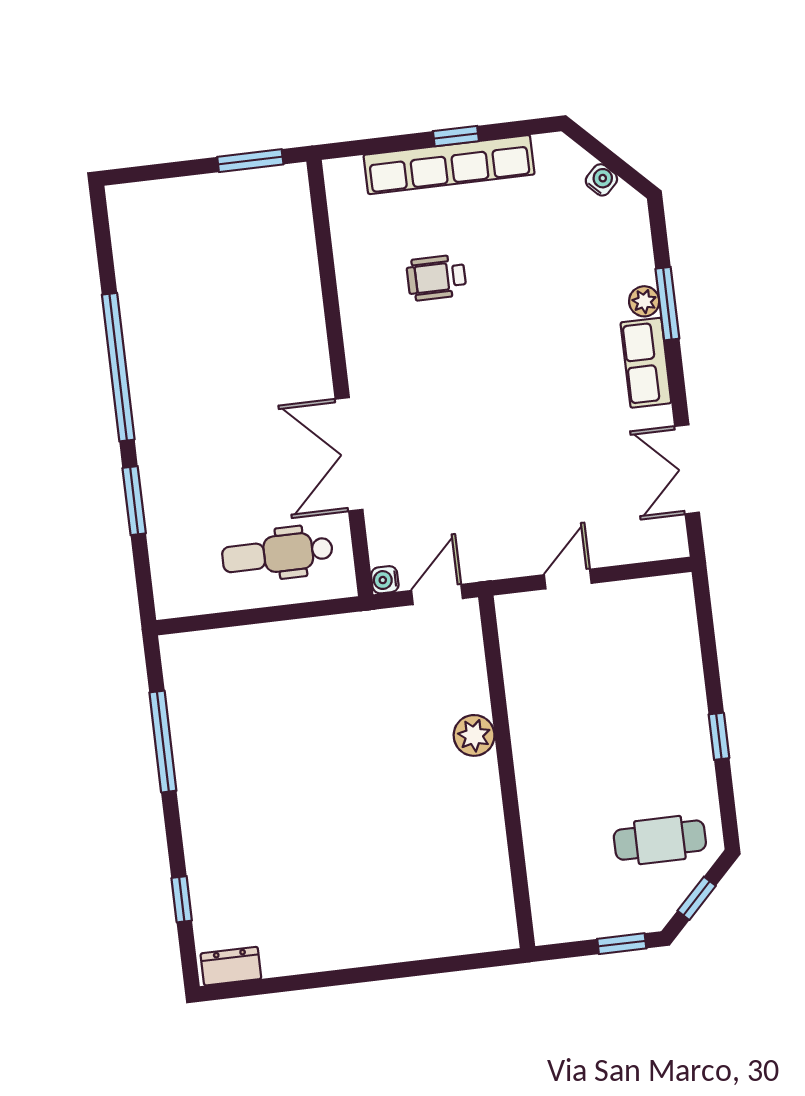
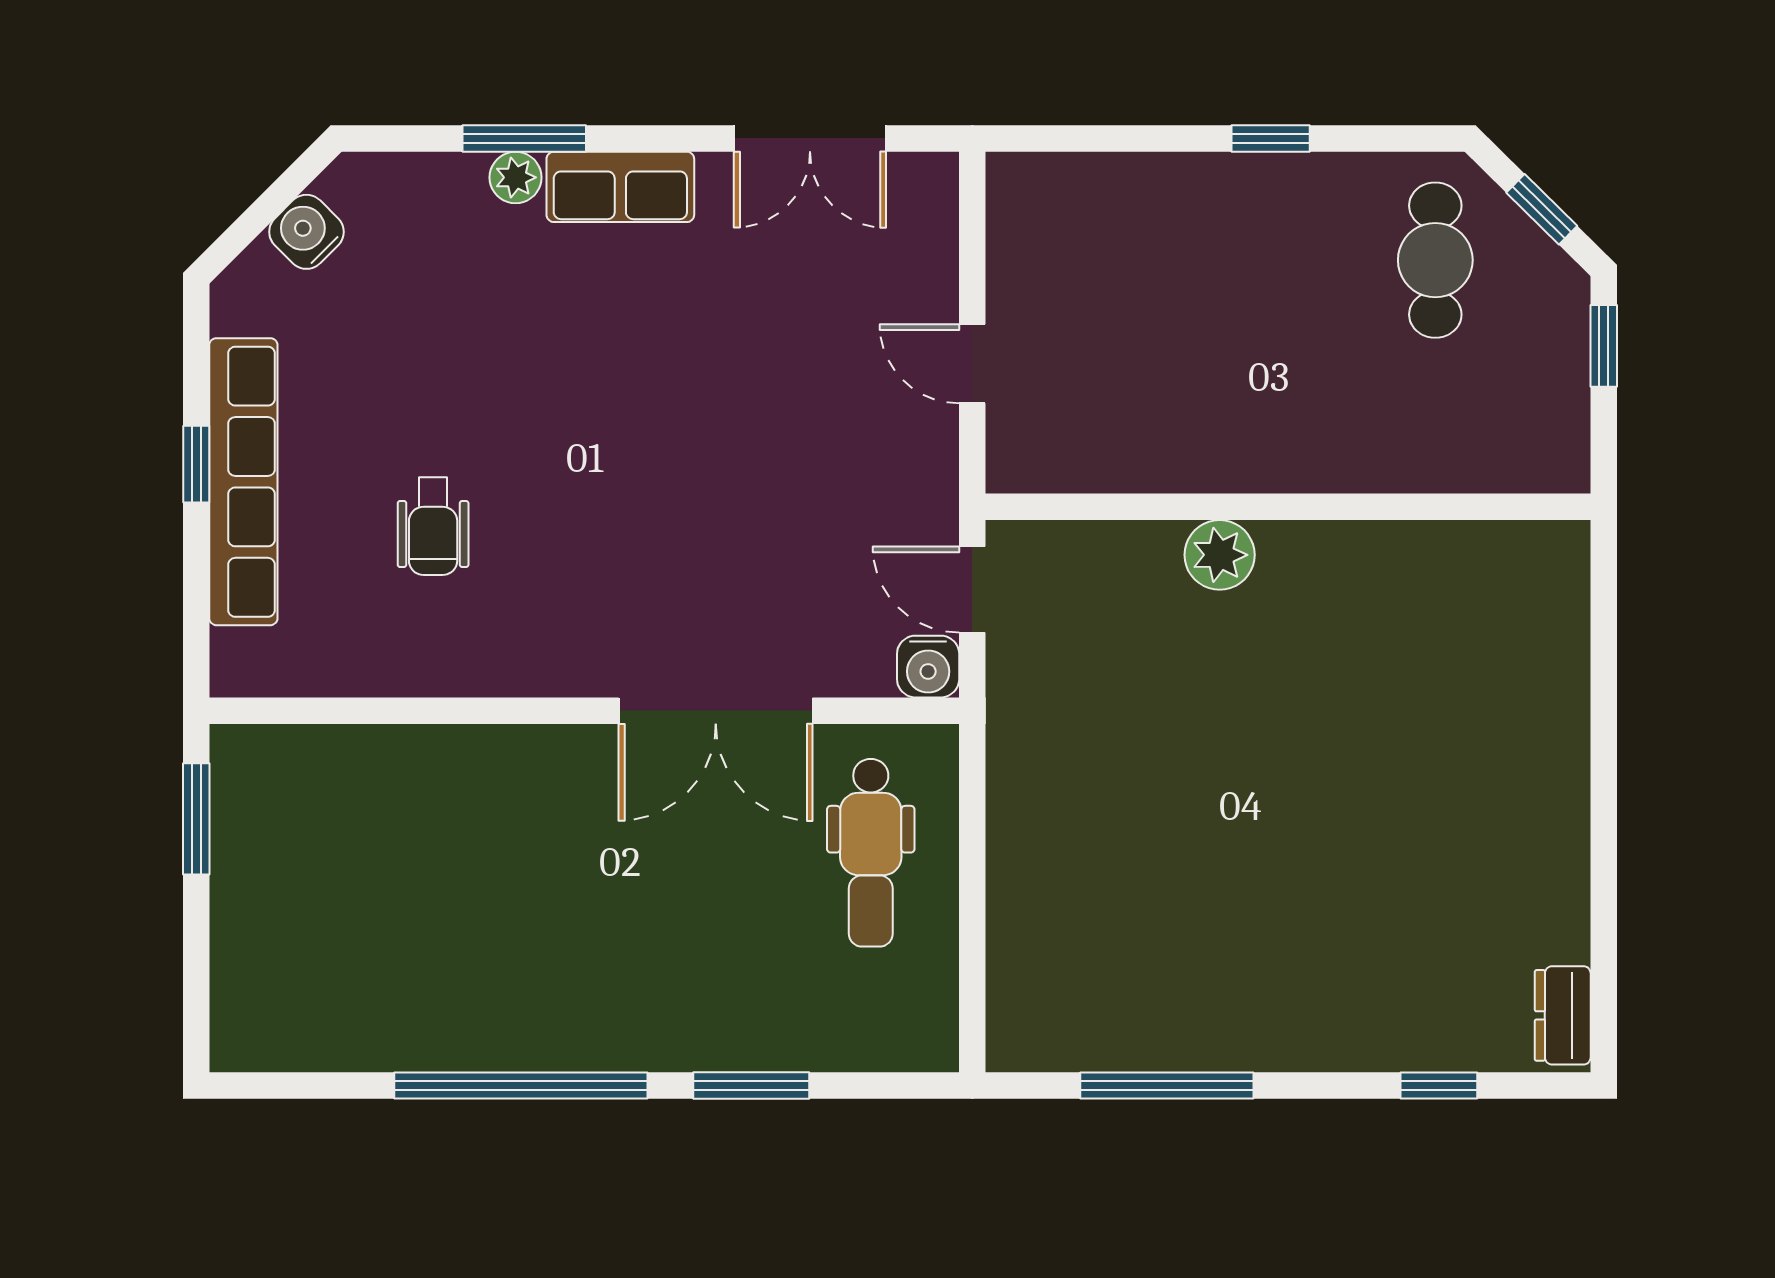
water cooler: (601, 180) -> (306, 232), width x1.38, depth x1.38
water cooler: (385, 580) -> (928, 667), width x1.38, depth x1.38

